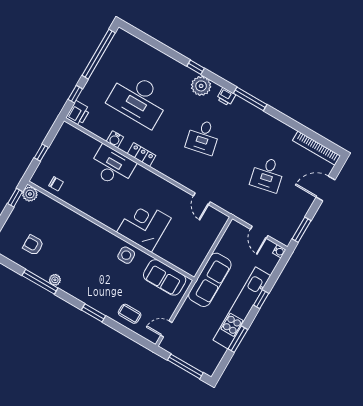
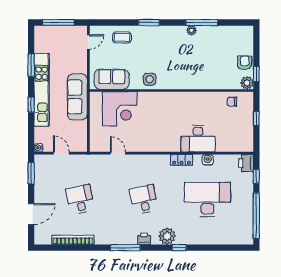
bookcase: (317, 148) -> (73, 240), moved
corner desk: (144, 225) -> (120, 109), moved
armchair: (33, 245) -> (245, 63), moved, turned -90

